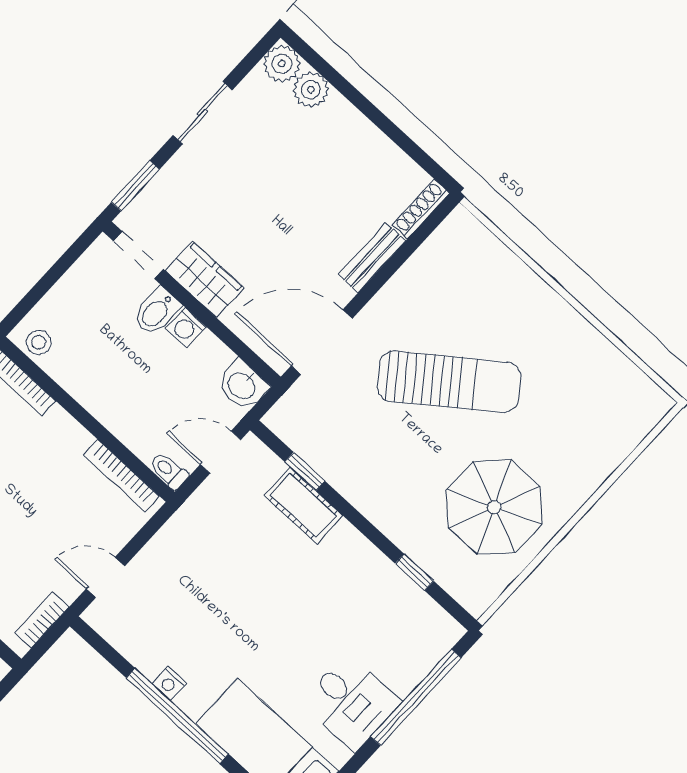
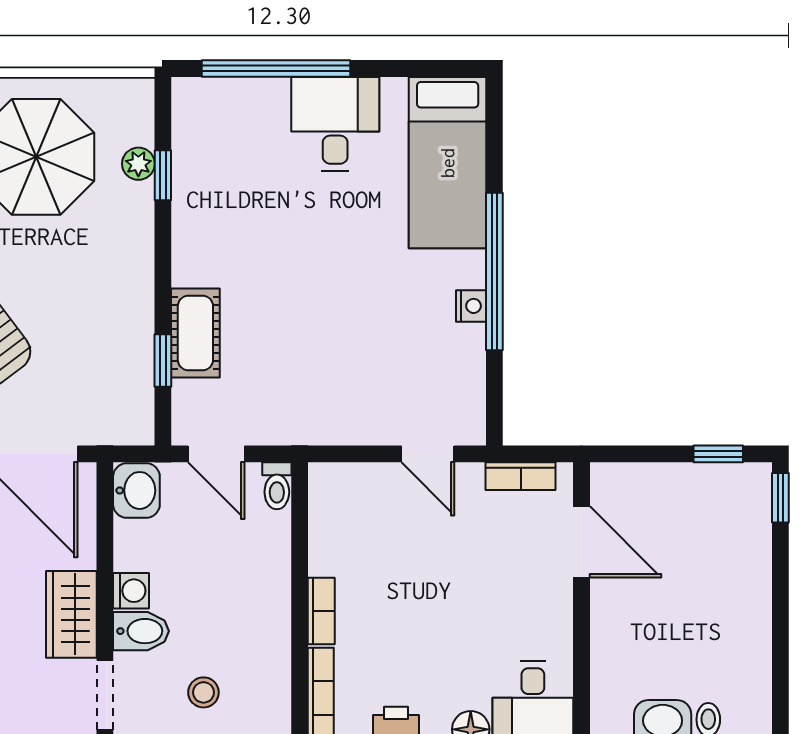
stool: (39, 342) -> (203, 692), moved
bookcase: (121, 476) -> (321, 611), moved, width x0.64
plant: (435, 564) -> (138, 164), added

